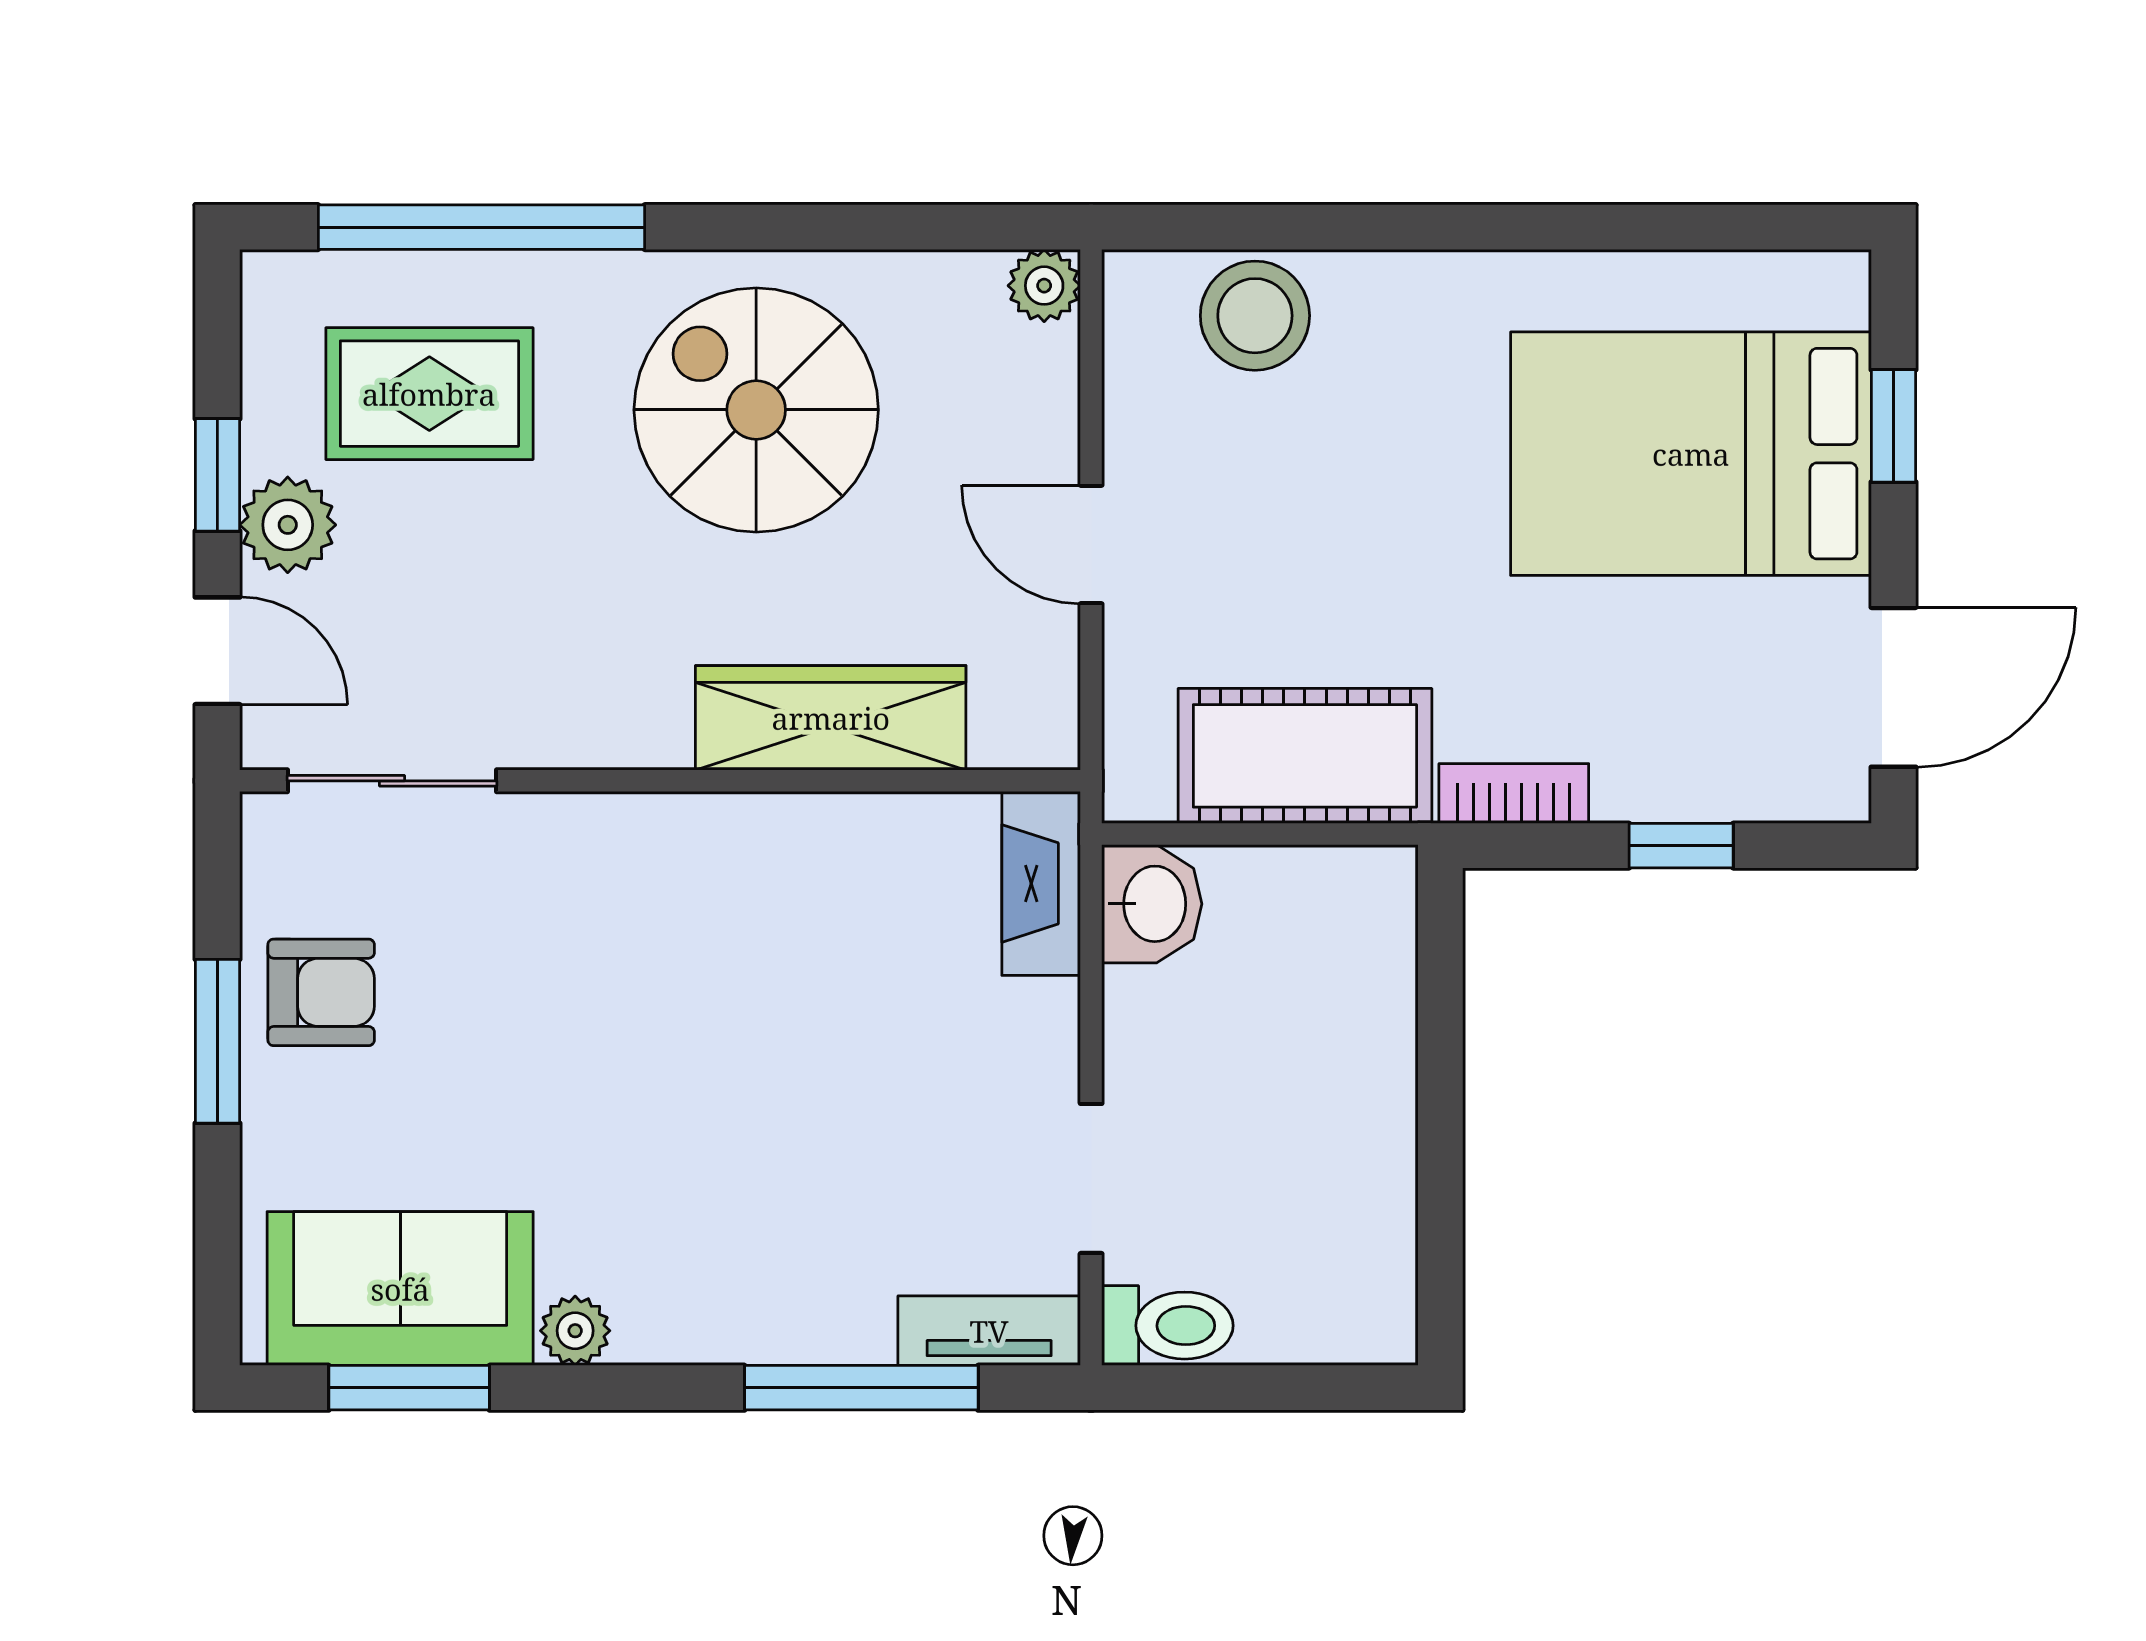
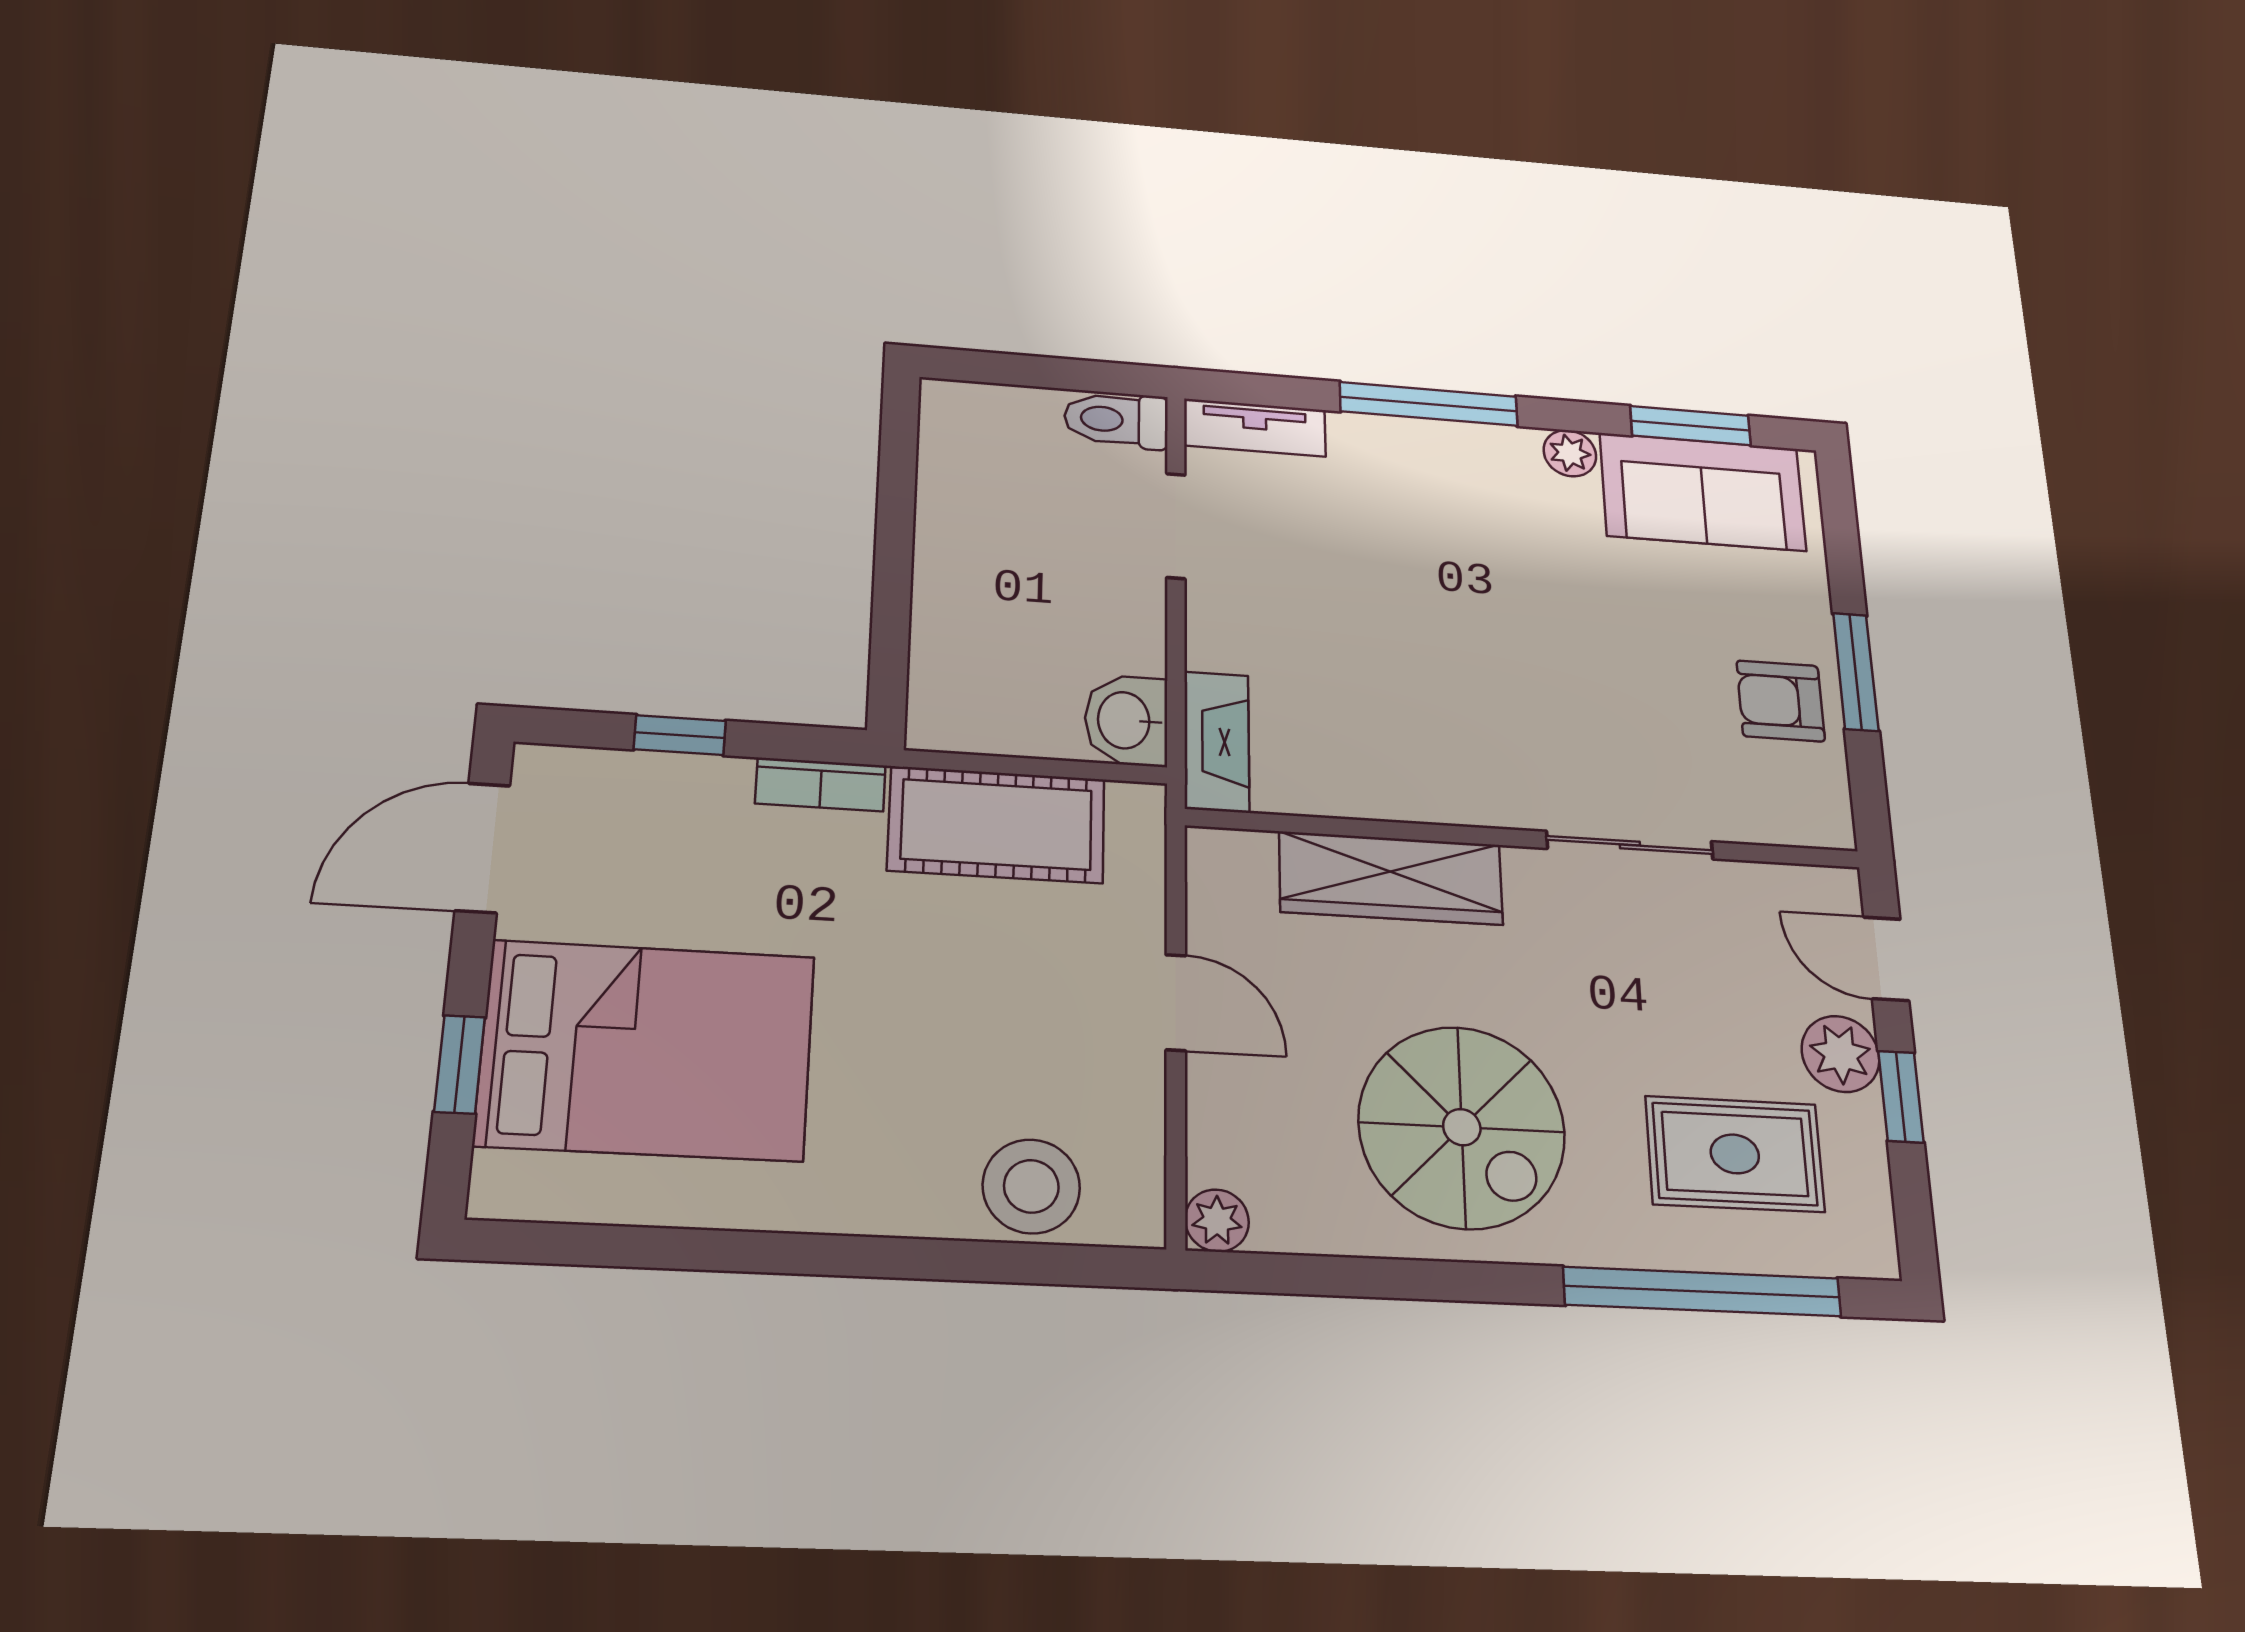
sliding door: (392, 781) -> (1630, 845), moved
window: (861, 1388) -> (1429, 404), moved

